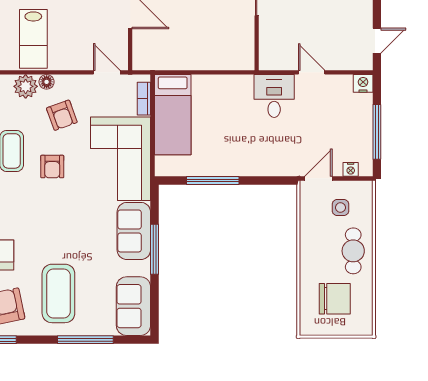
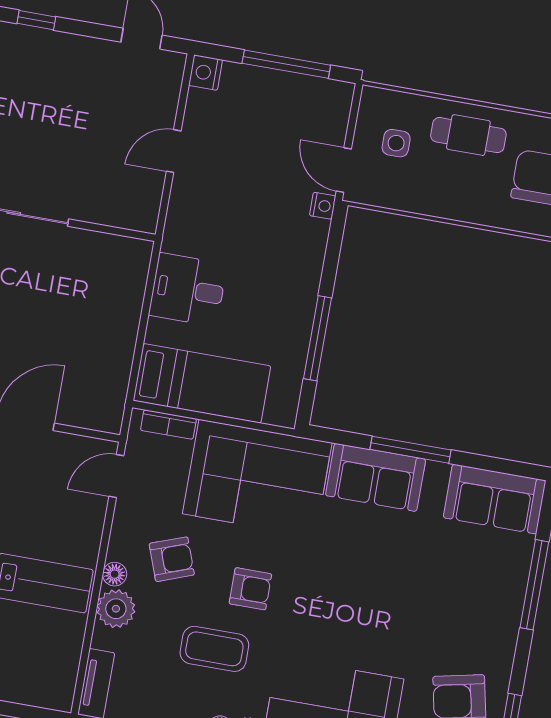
desk: (274, 96) -> (188, 290), moved
nightstand: (351, 169) -> (323, 206), moved
coffee table: (58, 293) -> (454, 614), removed

